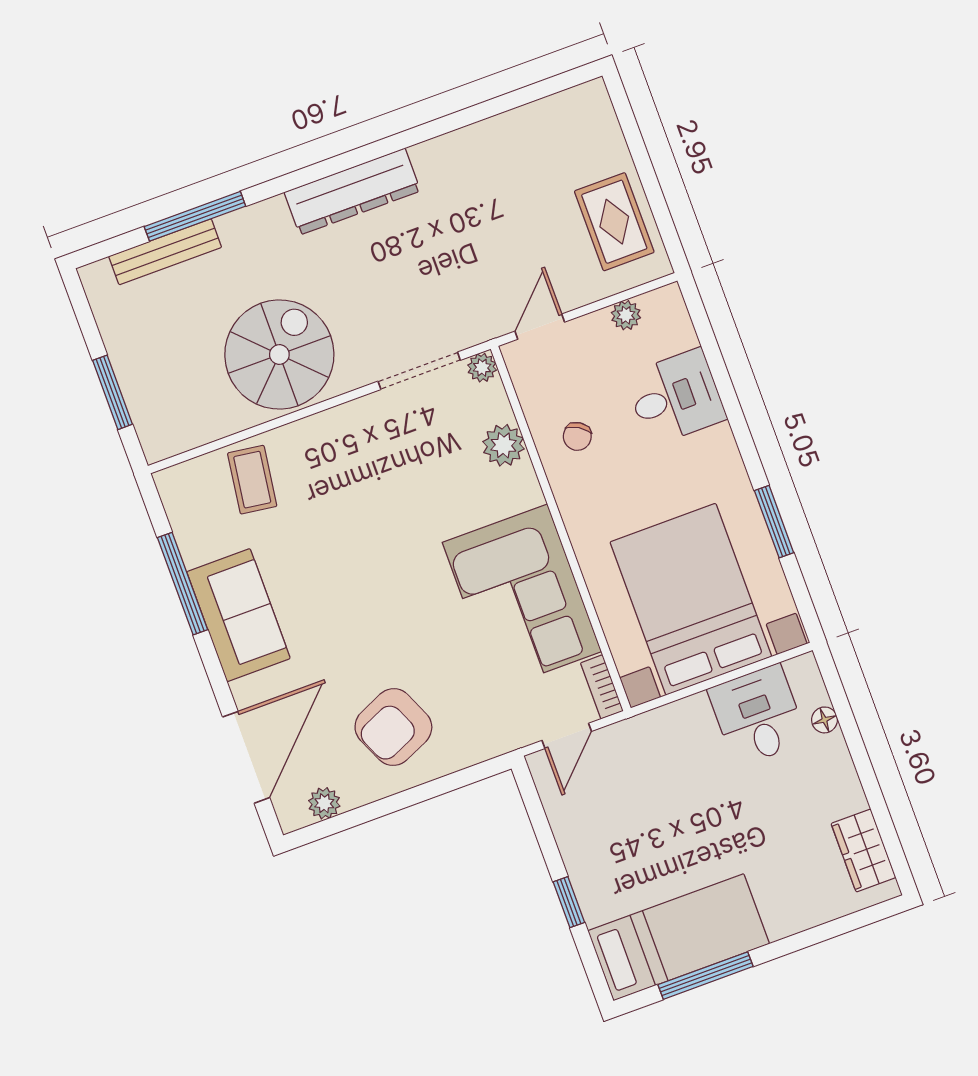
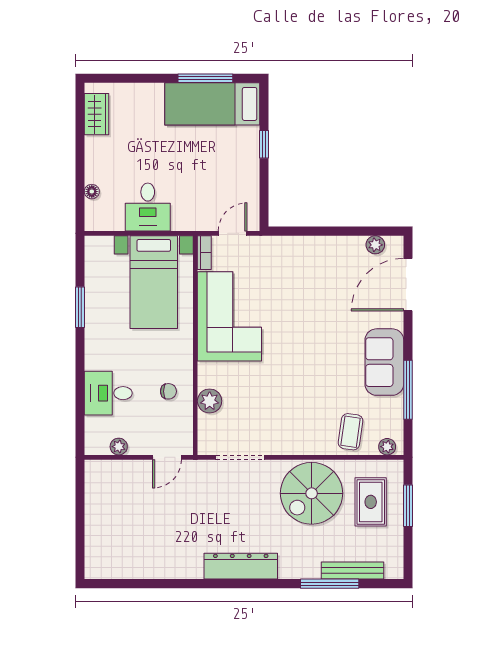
rug: (614, 222) -> (371, 502), moved
plant: (482, 368) -> (387, 447), moved
chair: (577, 436) -> (168, 391), turned 58
bed with nightstands: (691, 599) -> (154, 282), width x0.73
desk: (758, 715) -> (148, 207), moved
armchair: (393, 727) -> (323, 272), removed

